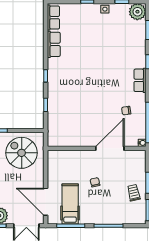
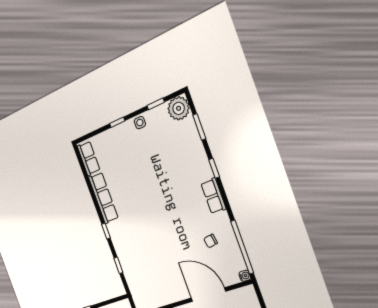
row of seats: (54, 44) -> (103, 198), width x1.48
door: (110, 148) -> (208, 295), hinge flipped

